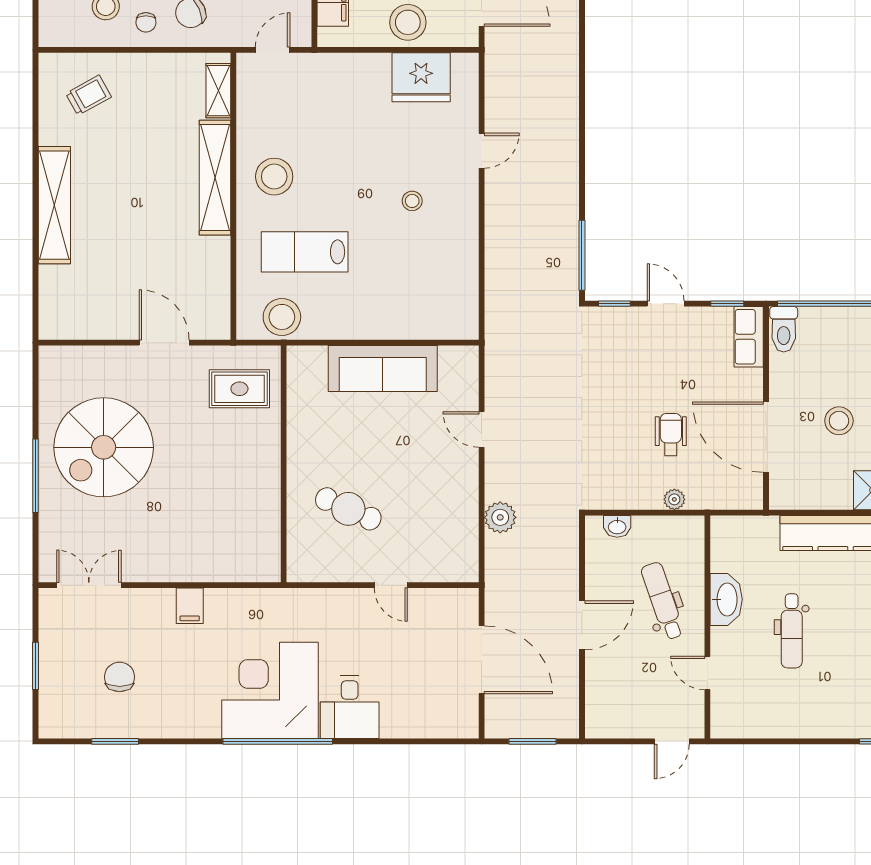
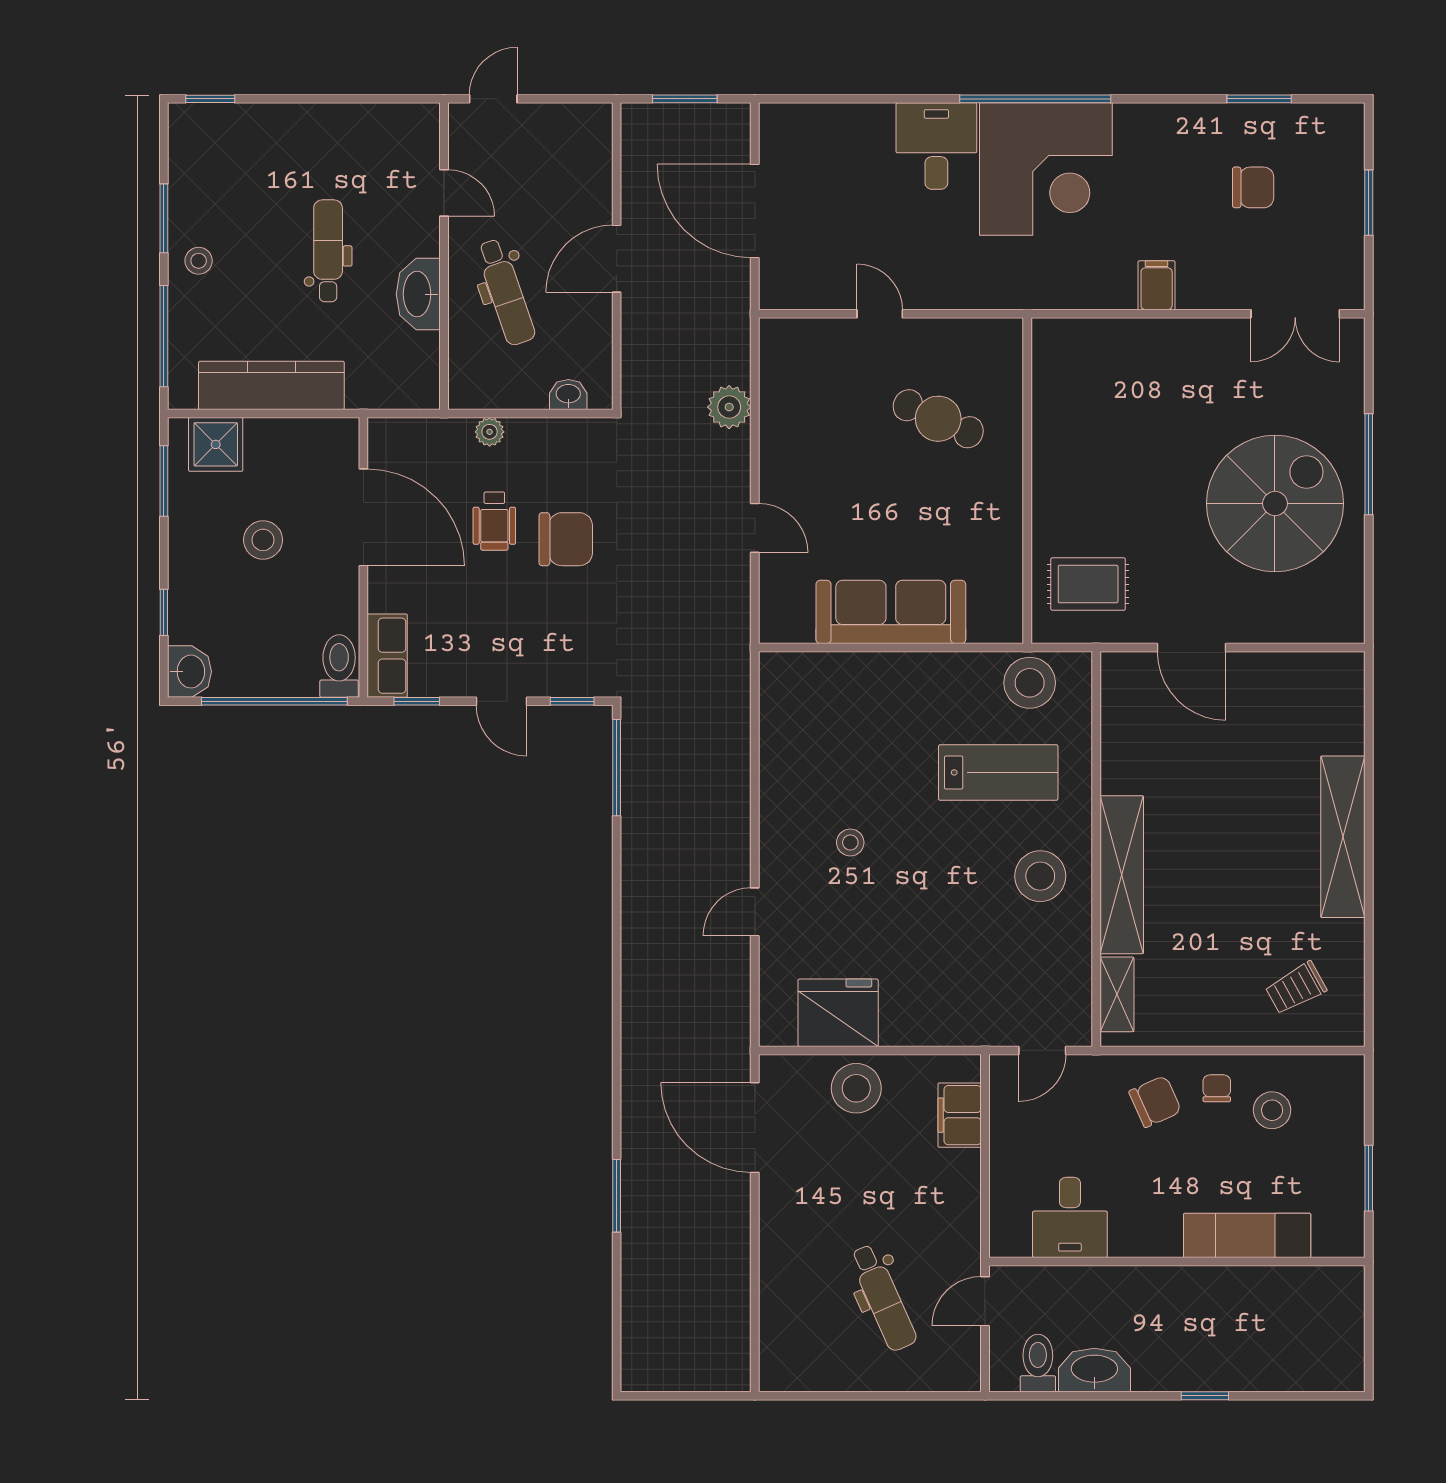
chair: (619, 421) -> (566, 539), added
chair: (120, 677) -> (1253, 187), turned -90

